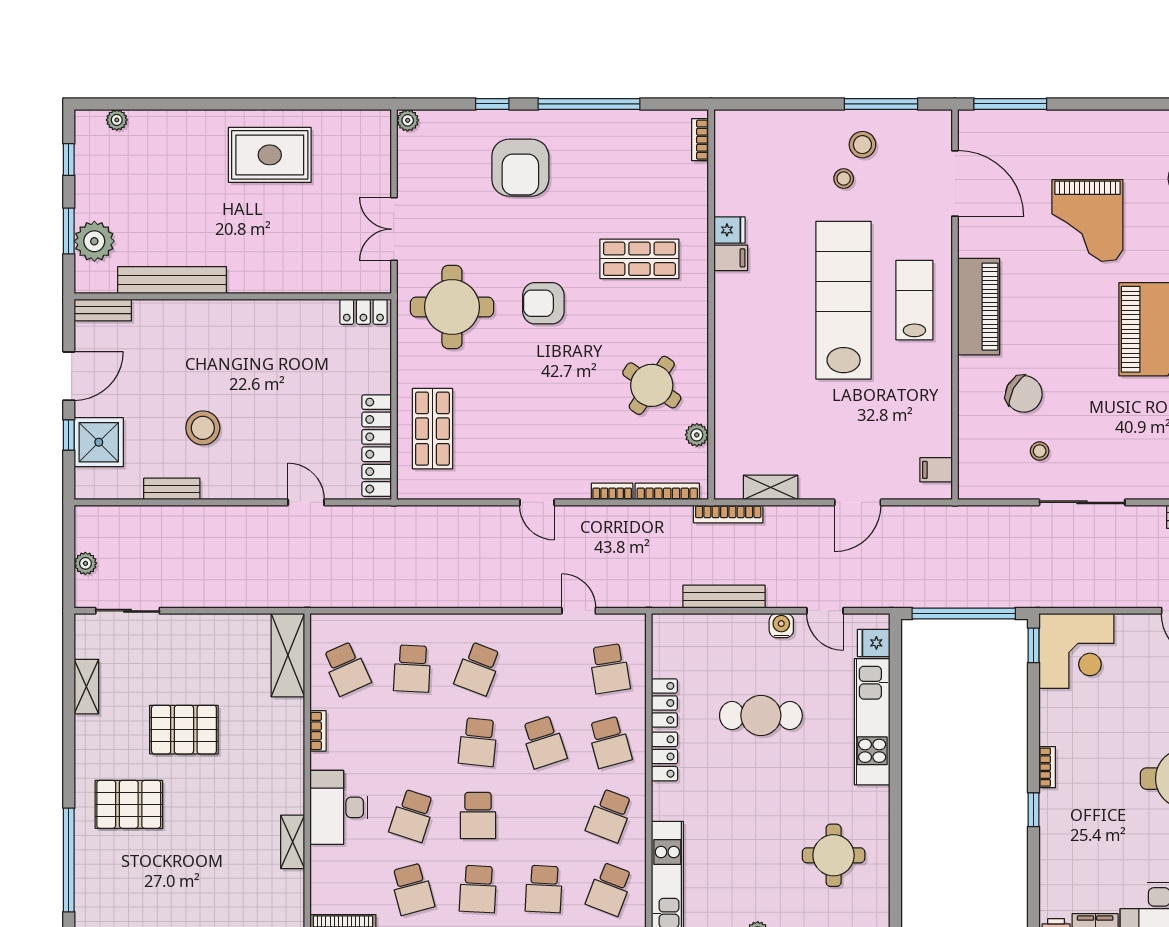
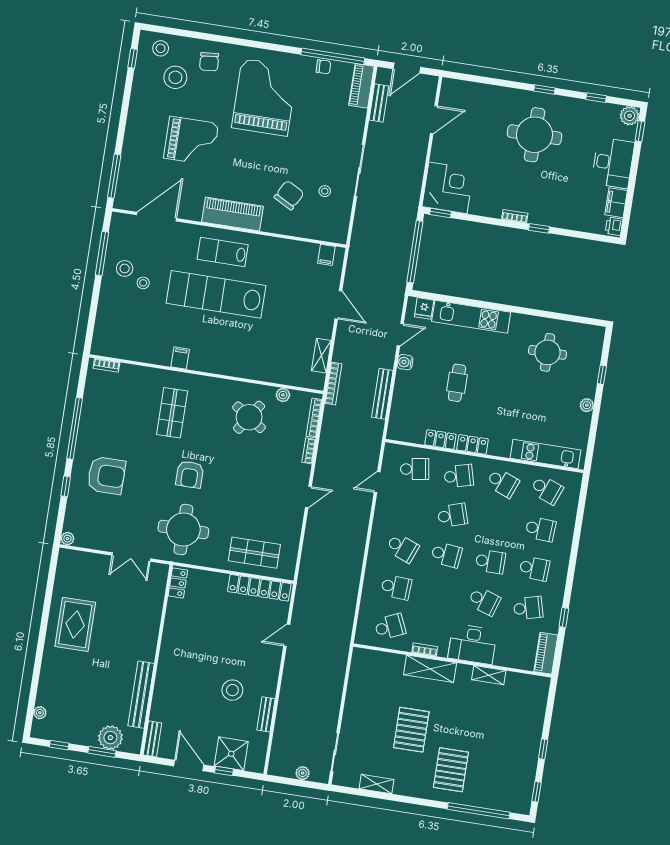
fridge: (729, 230) -> (163, 356), removed
shelving: (288, 655) -> (430, 669), moved
cafe table: (761, 716) -> (457, 383), width x0.73, depth x0.74

